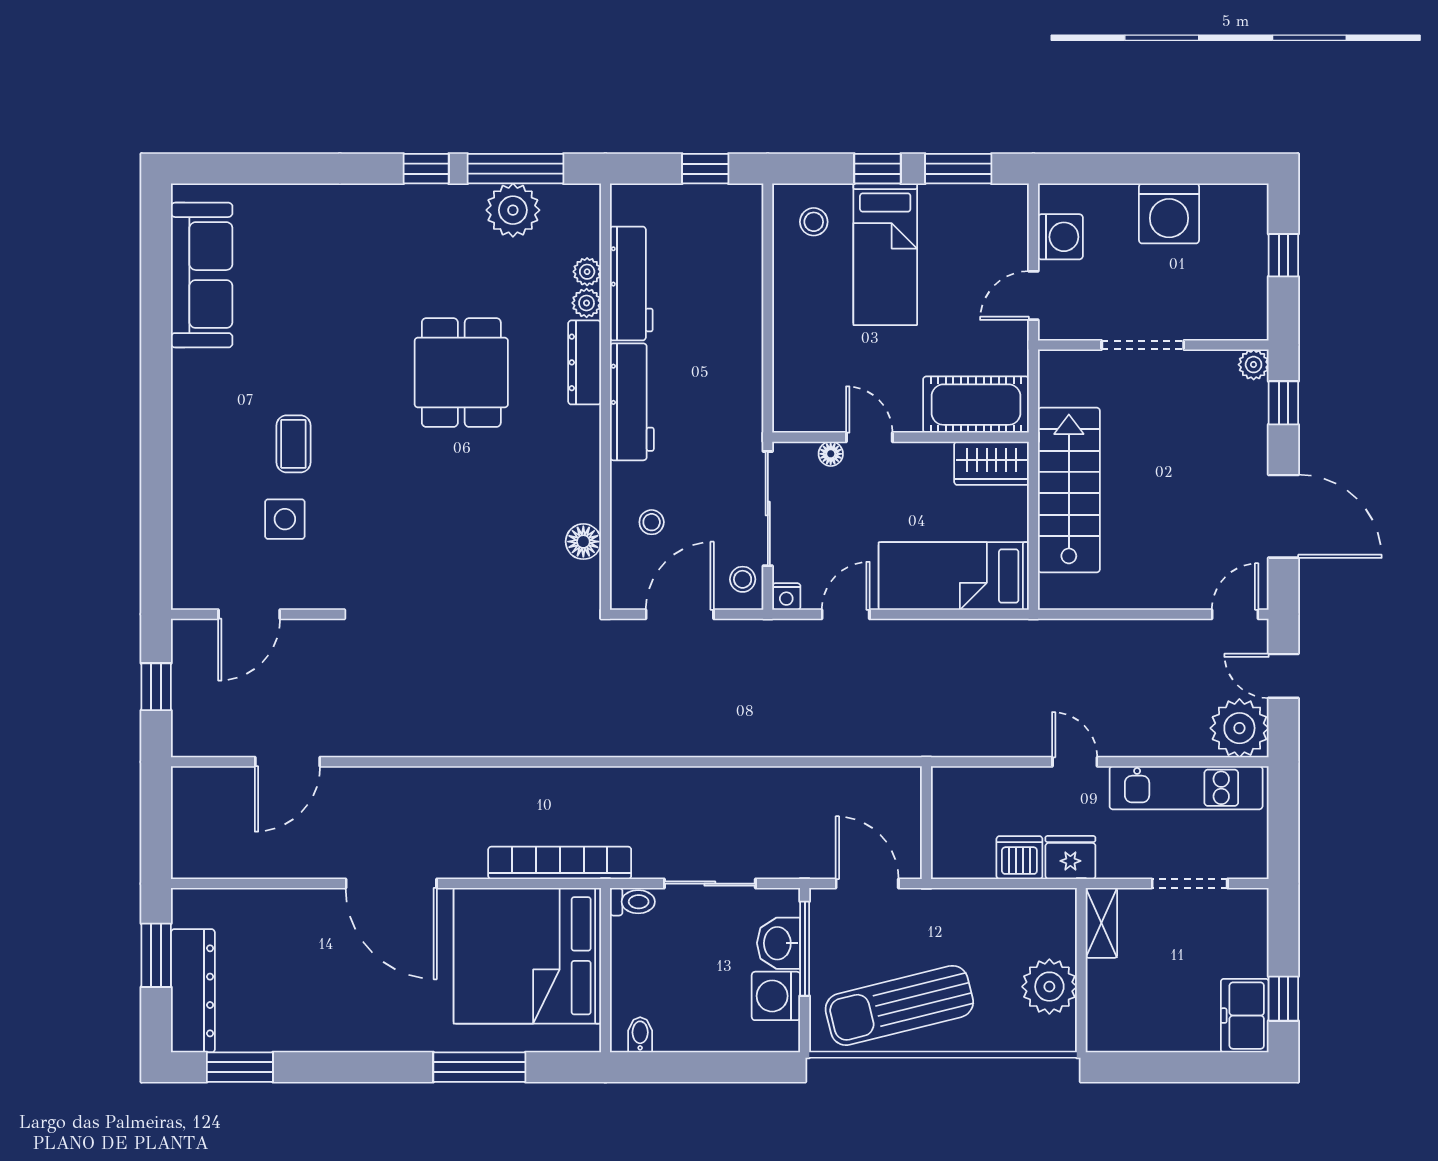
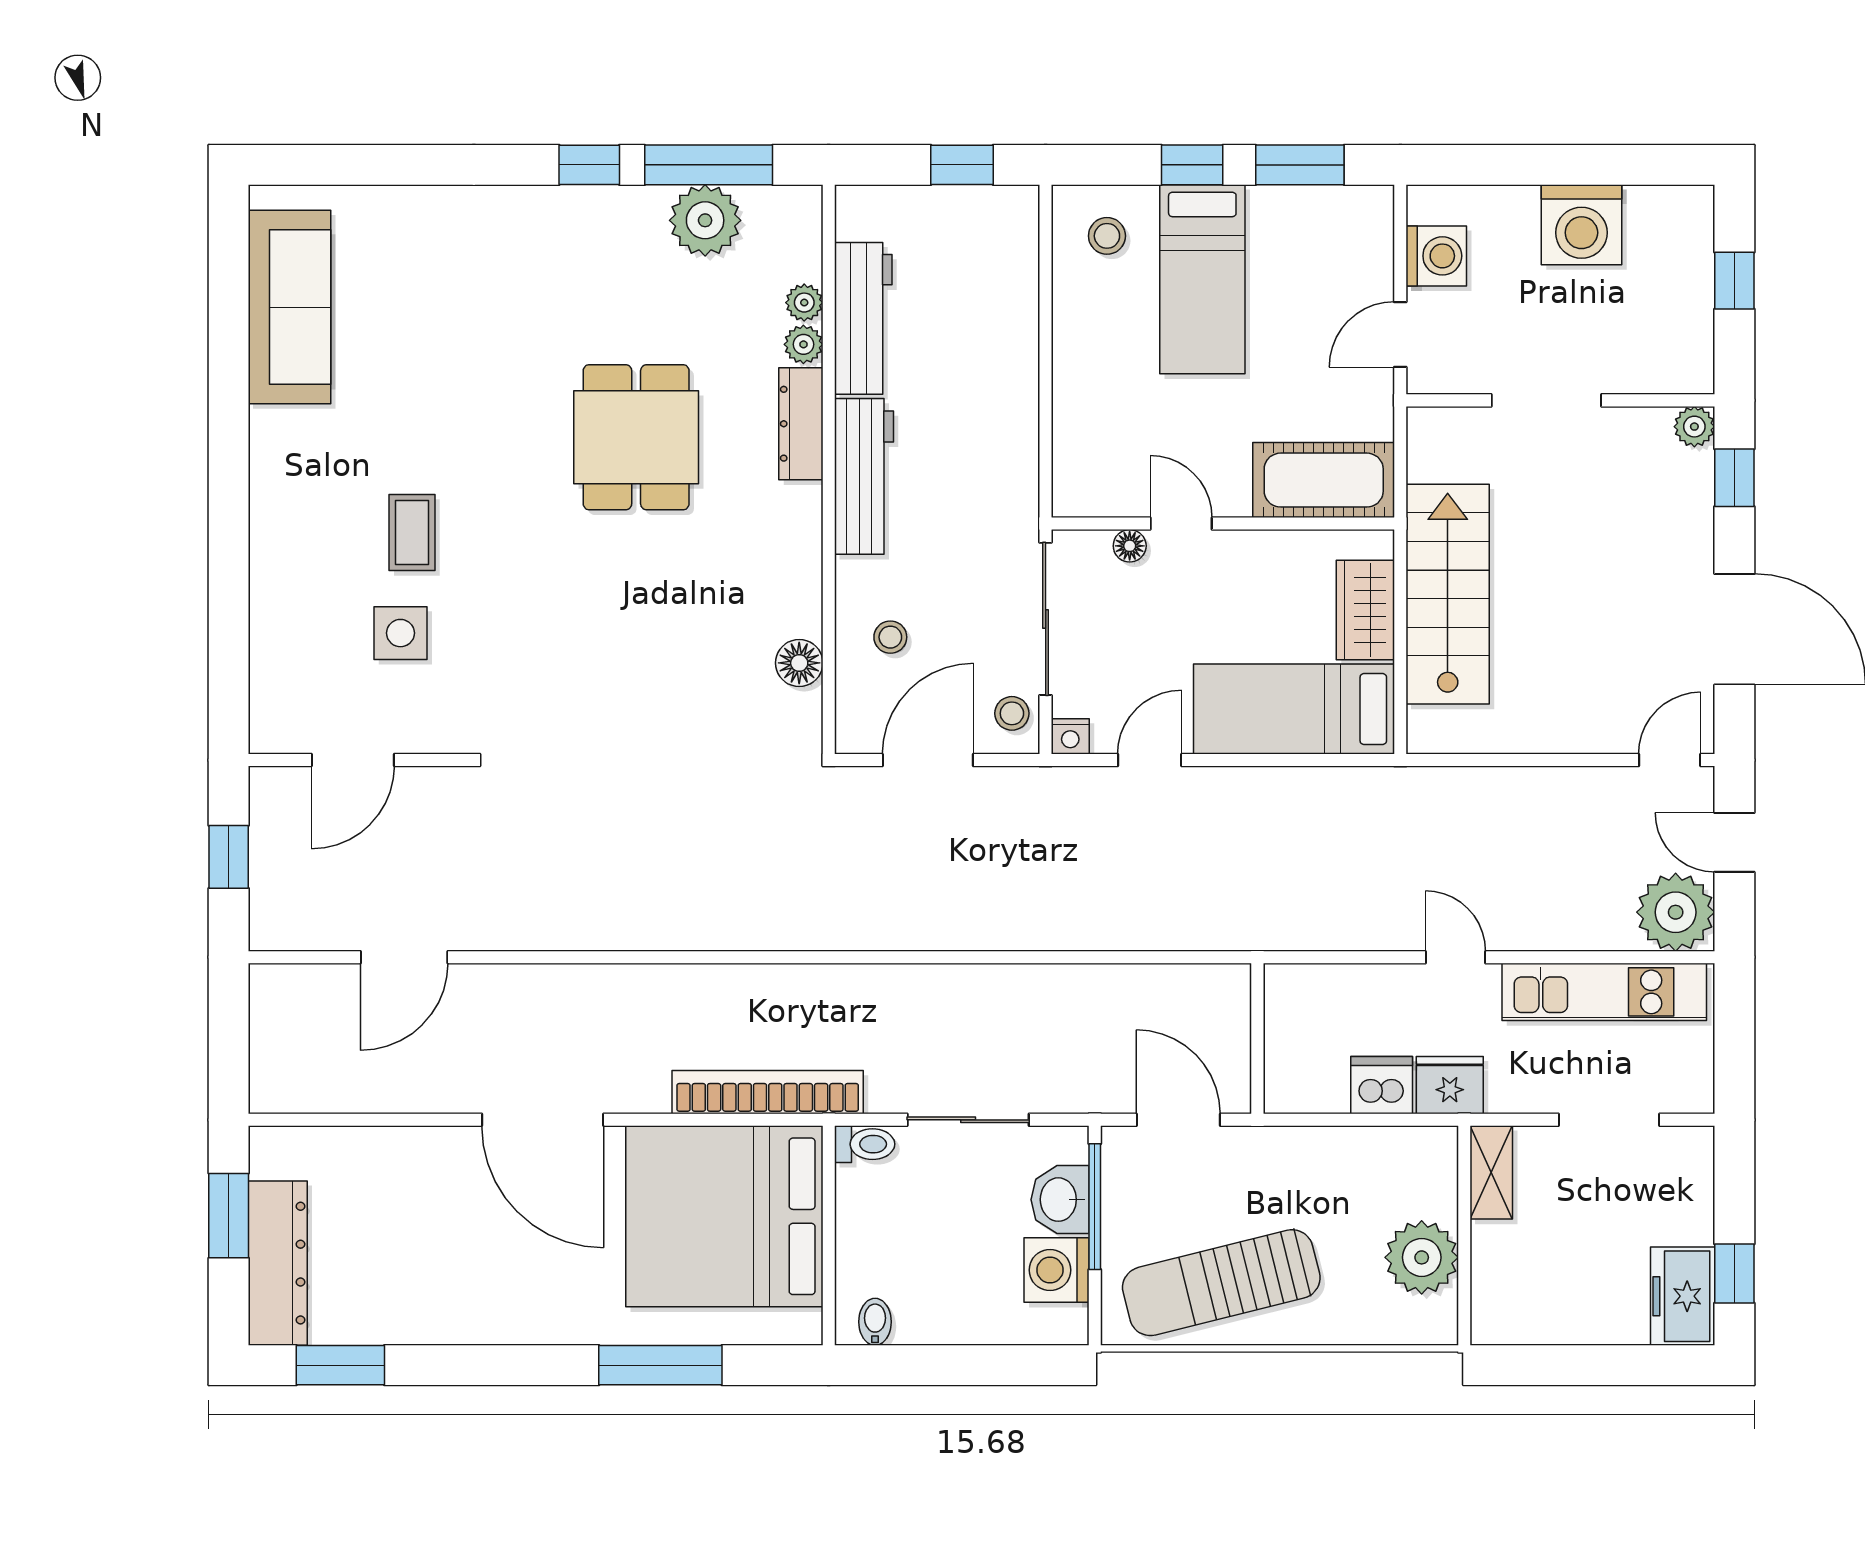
wardrobe: (992, 463) -> (1365, 610), moved, turned 90

